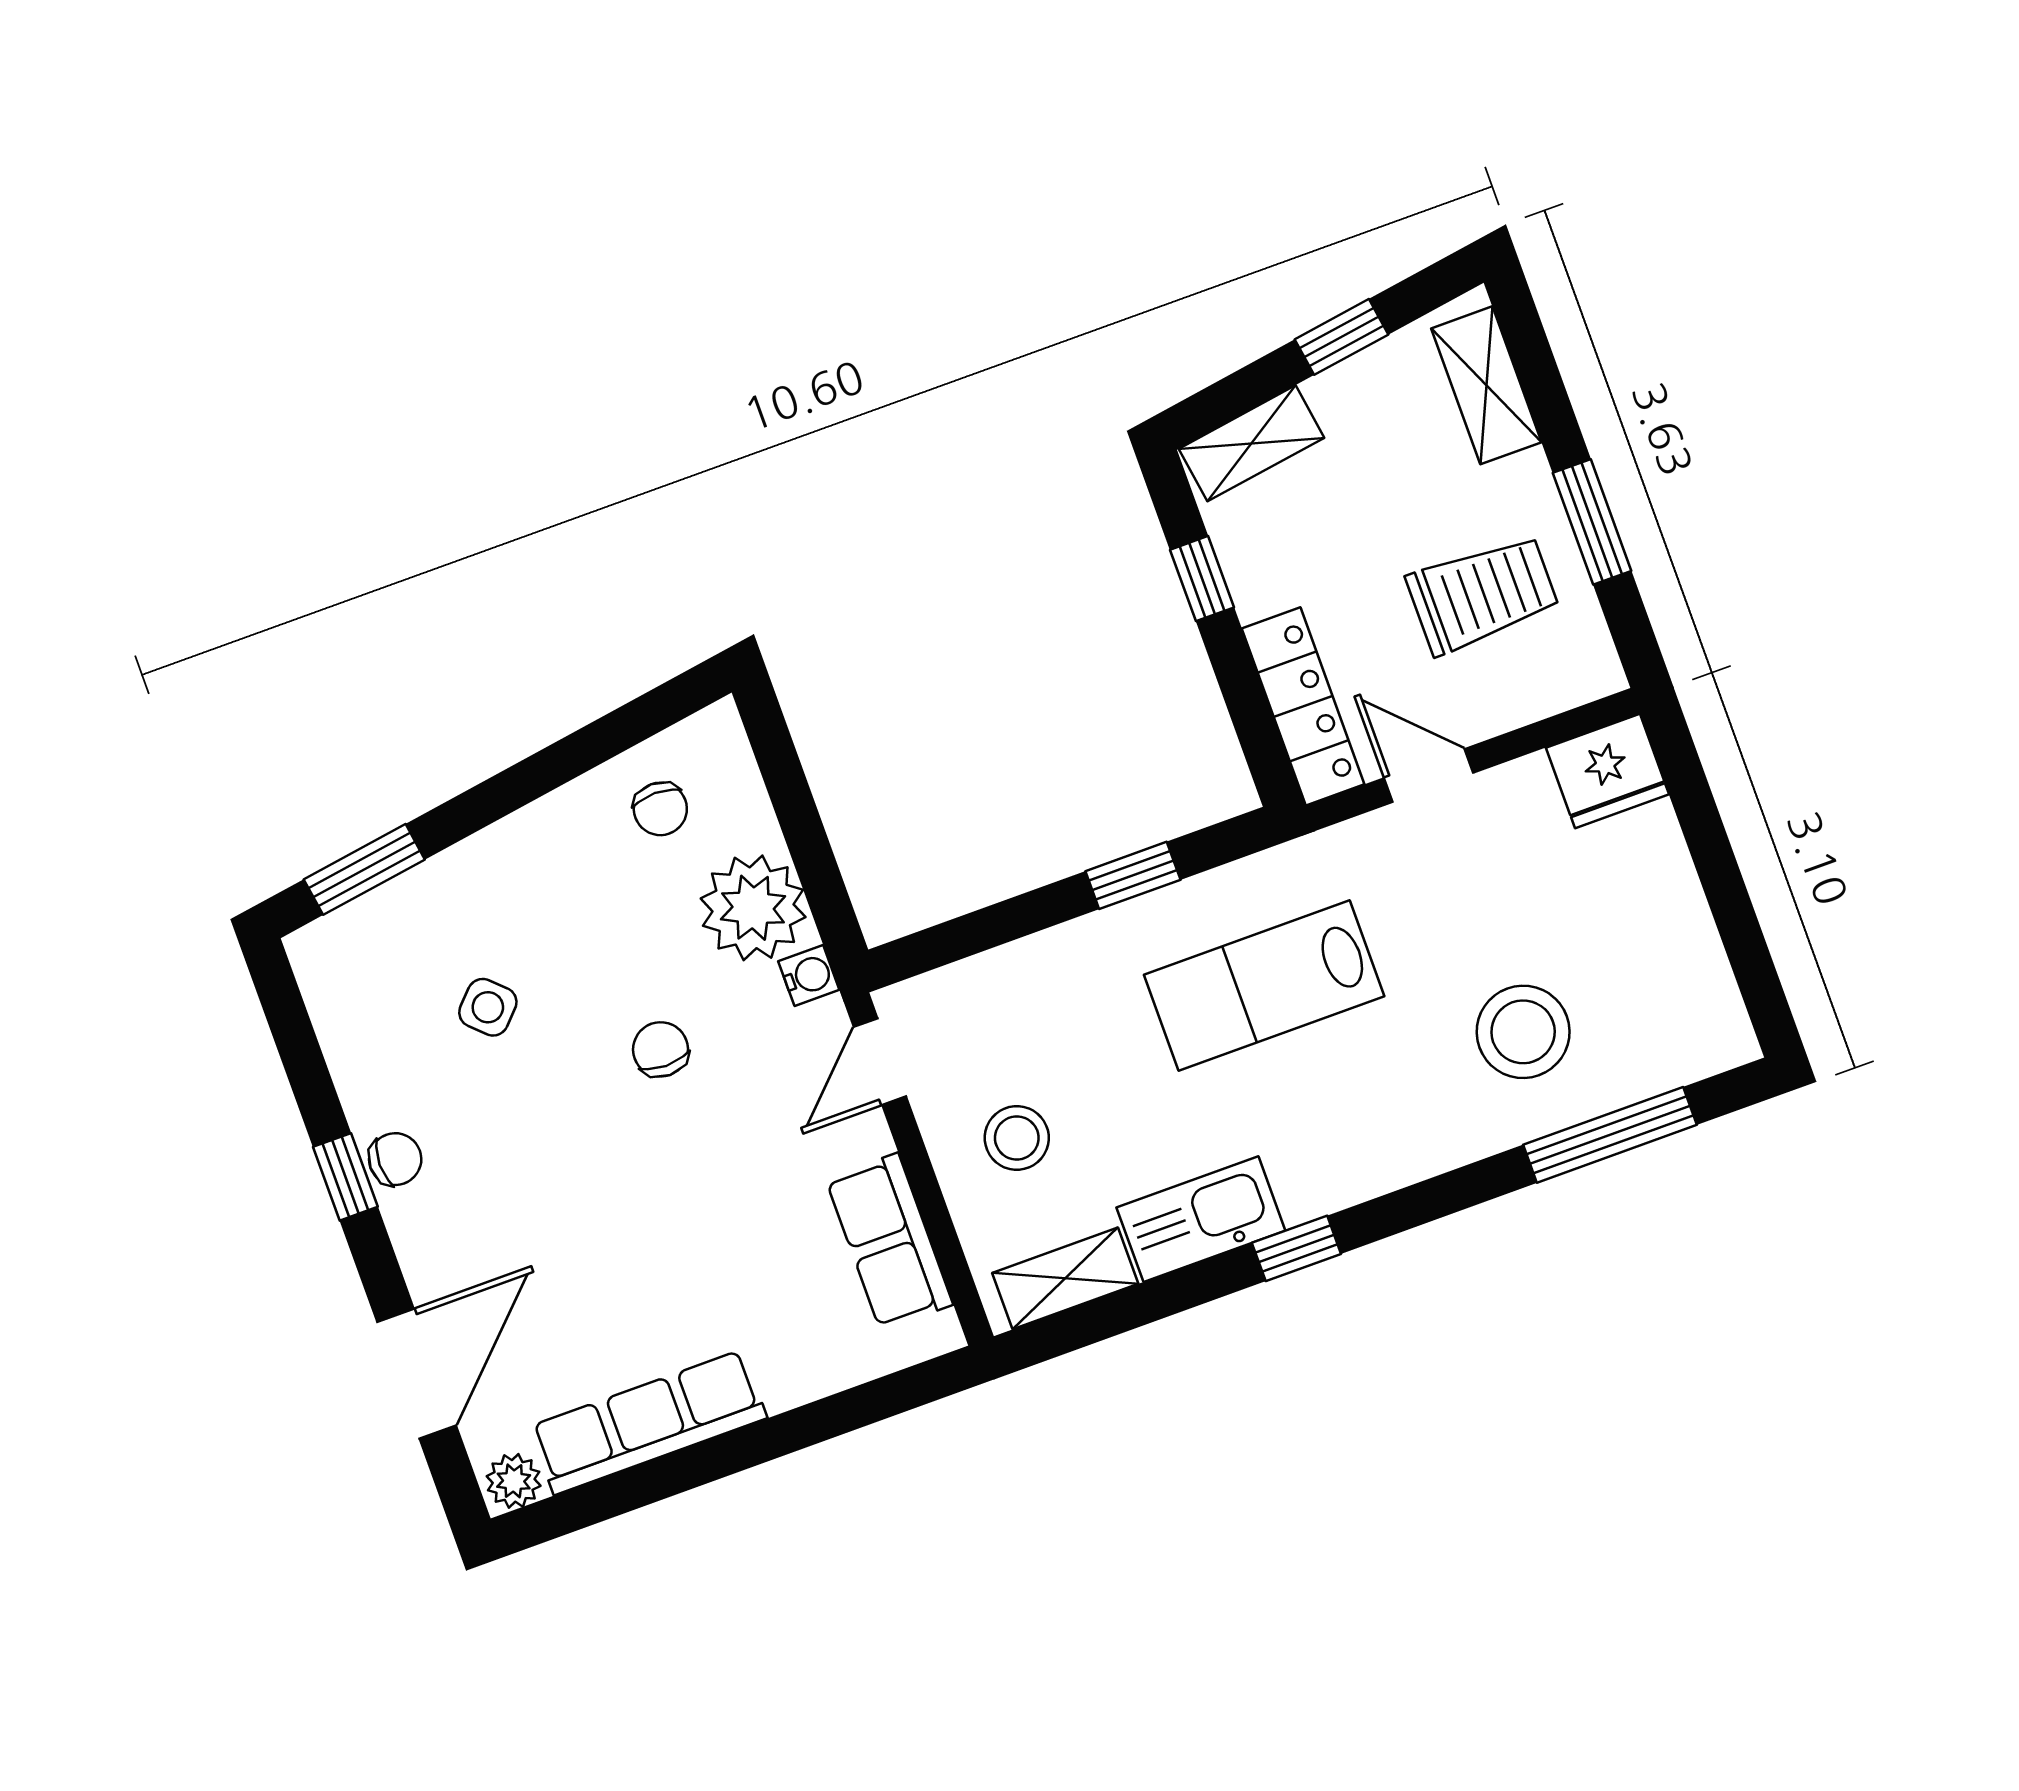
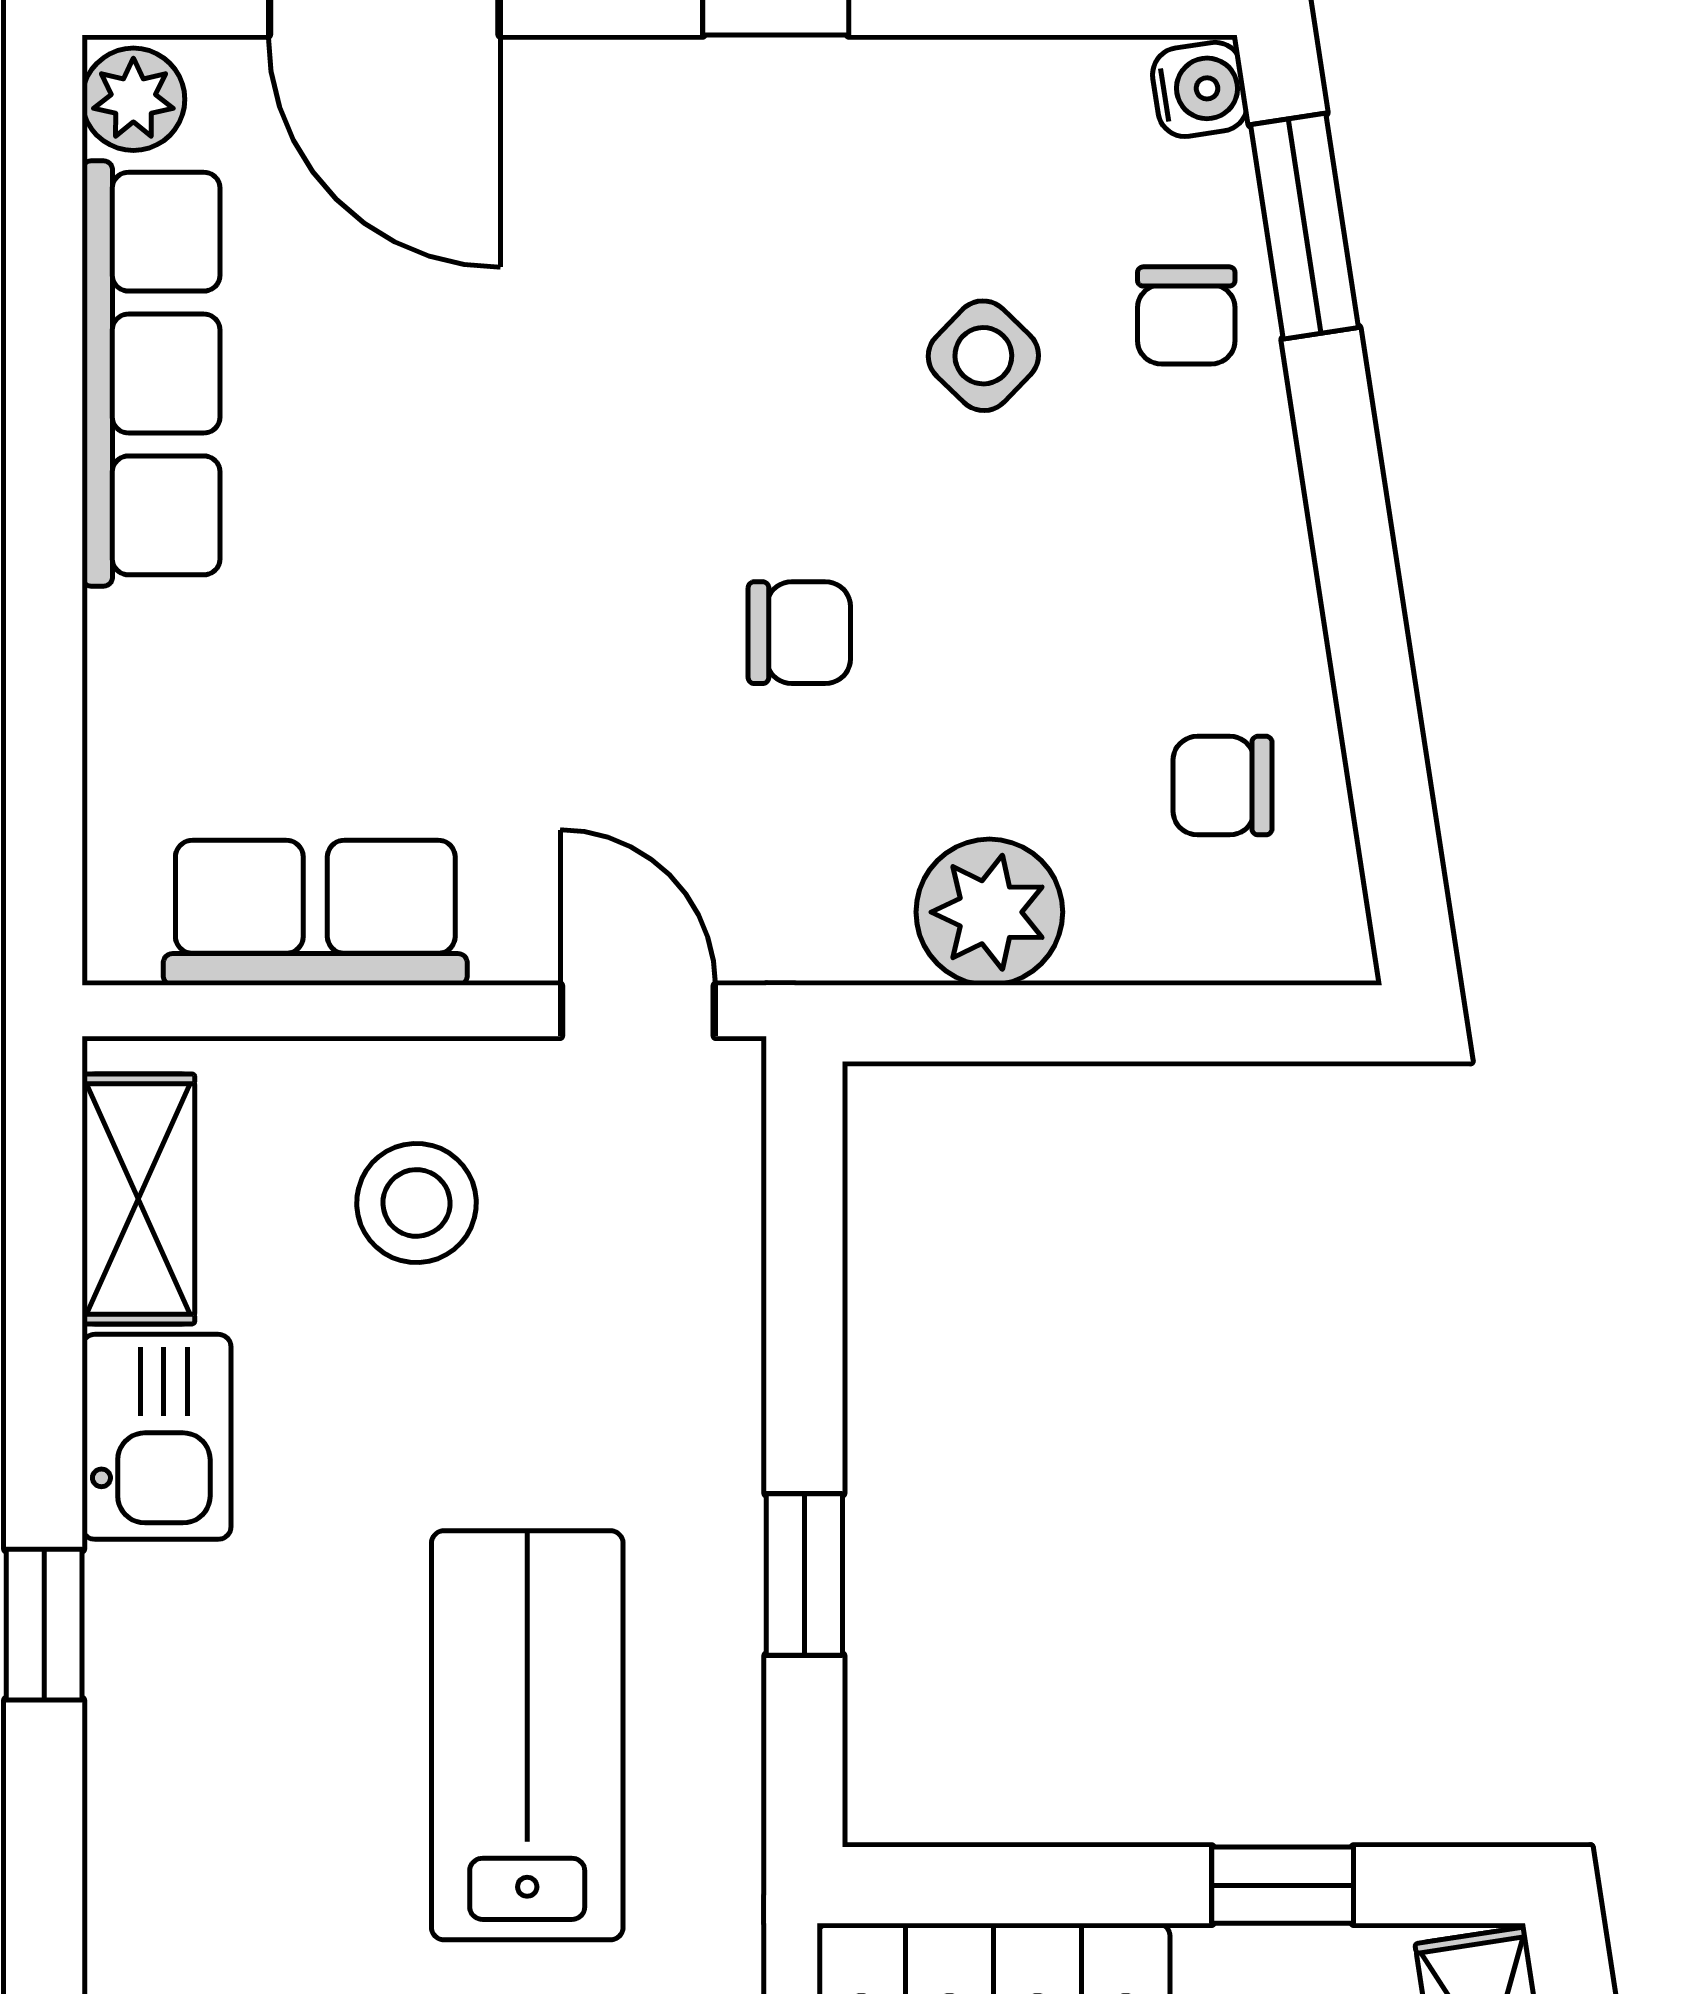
plant: (753, 908) -> (989, 912), width x0.73, depth x0.73
water cooler: (809, 976) -> (1200, 89), moved, turned -99
chair: (395, 1159) -> (1186, 315), moved
kitchen sink: (1201, 1219) -> (157, 1437), width x0.73

